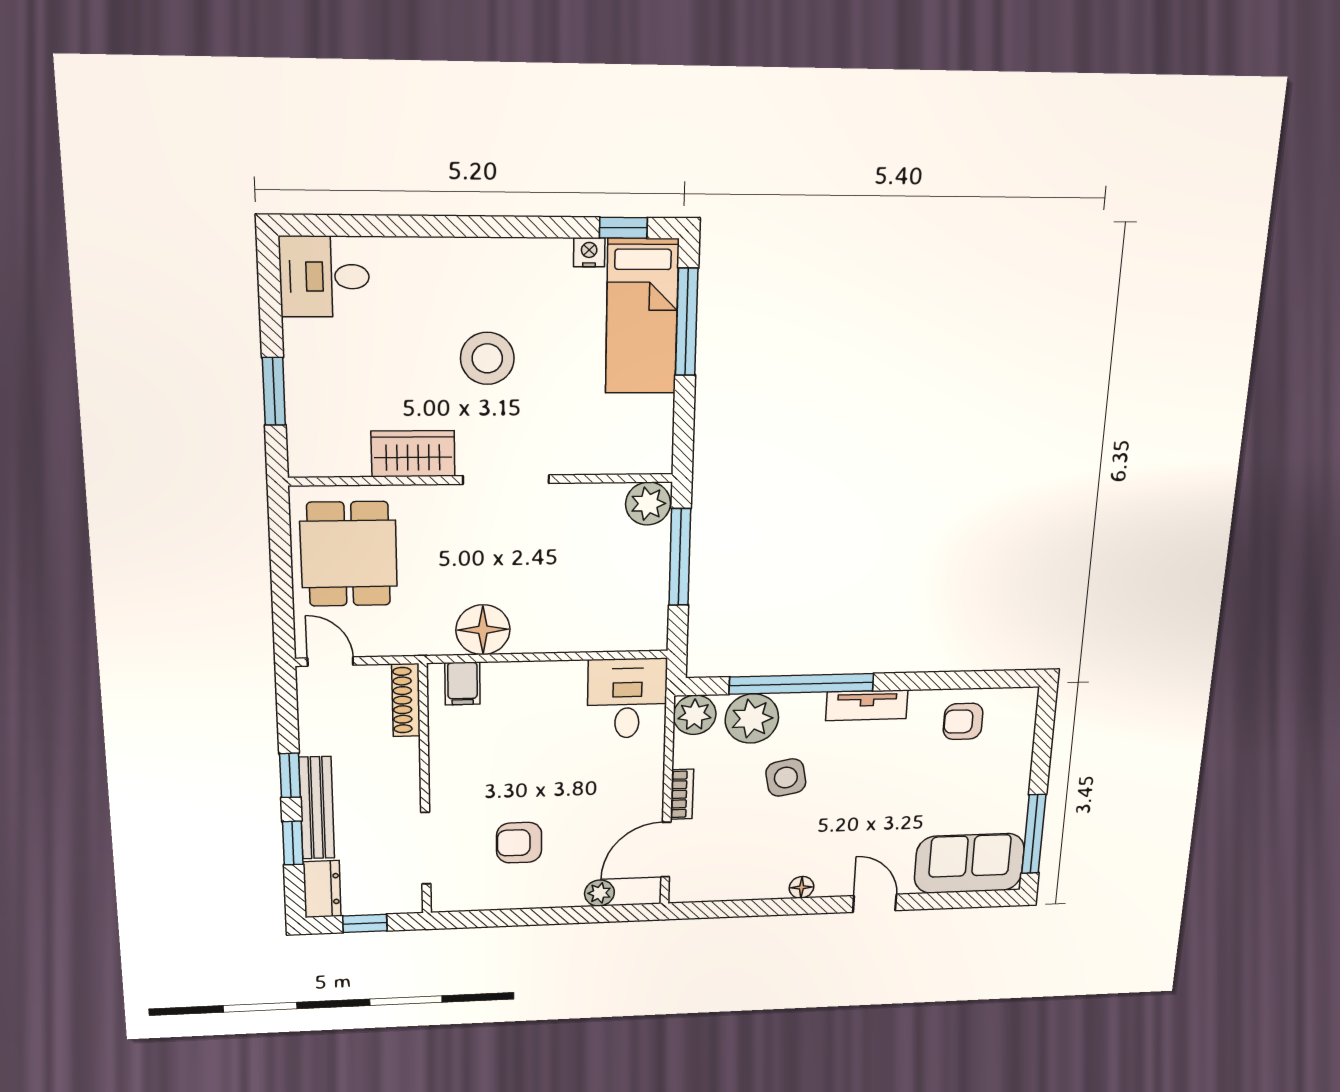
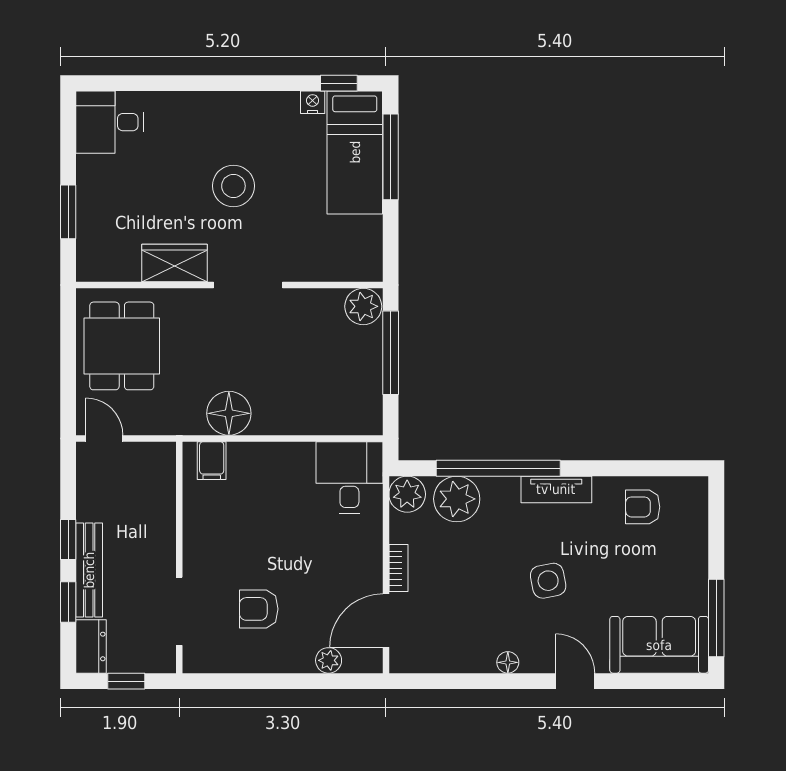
shoe rack: (406, 700) -> (165, 474), removed
side table: (786, 778) -> (548, 581), moved

